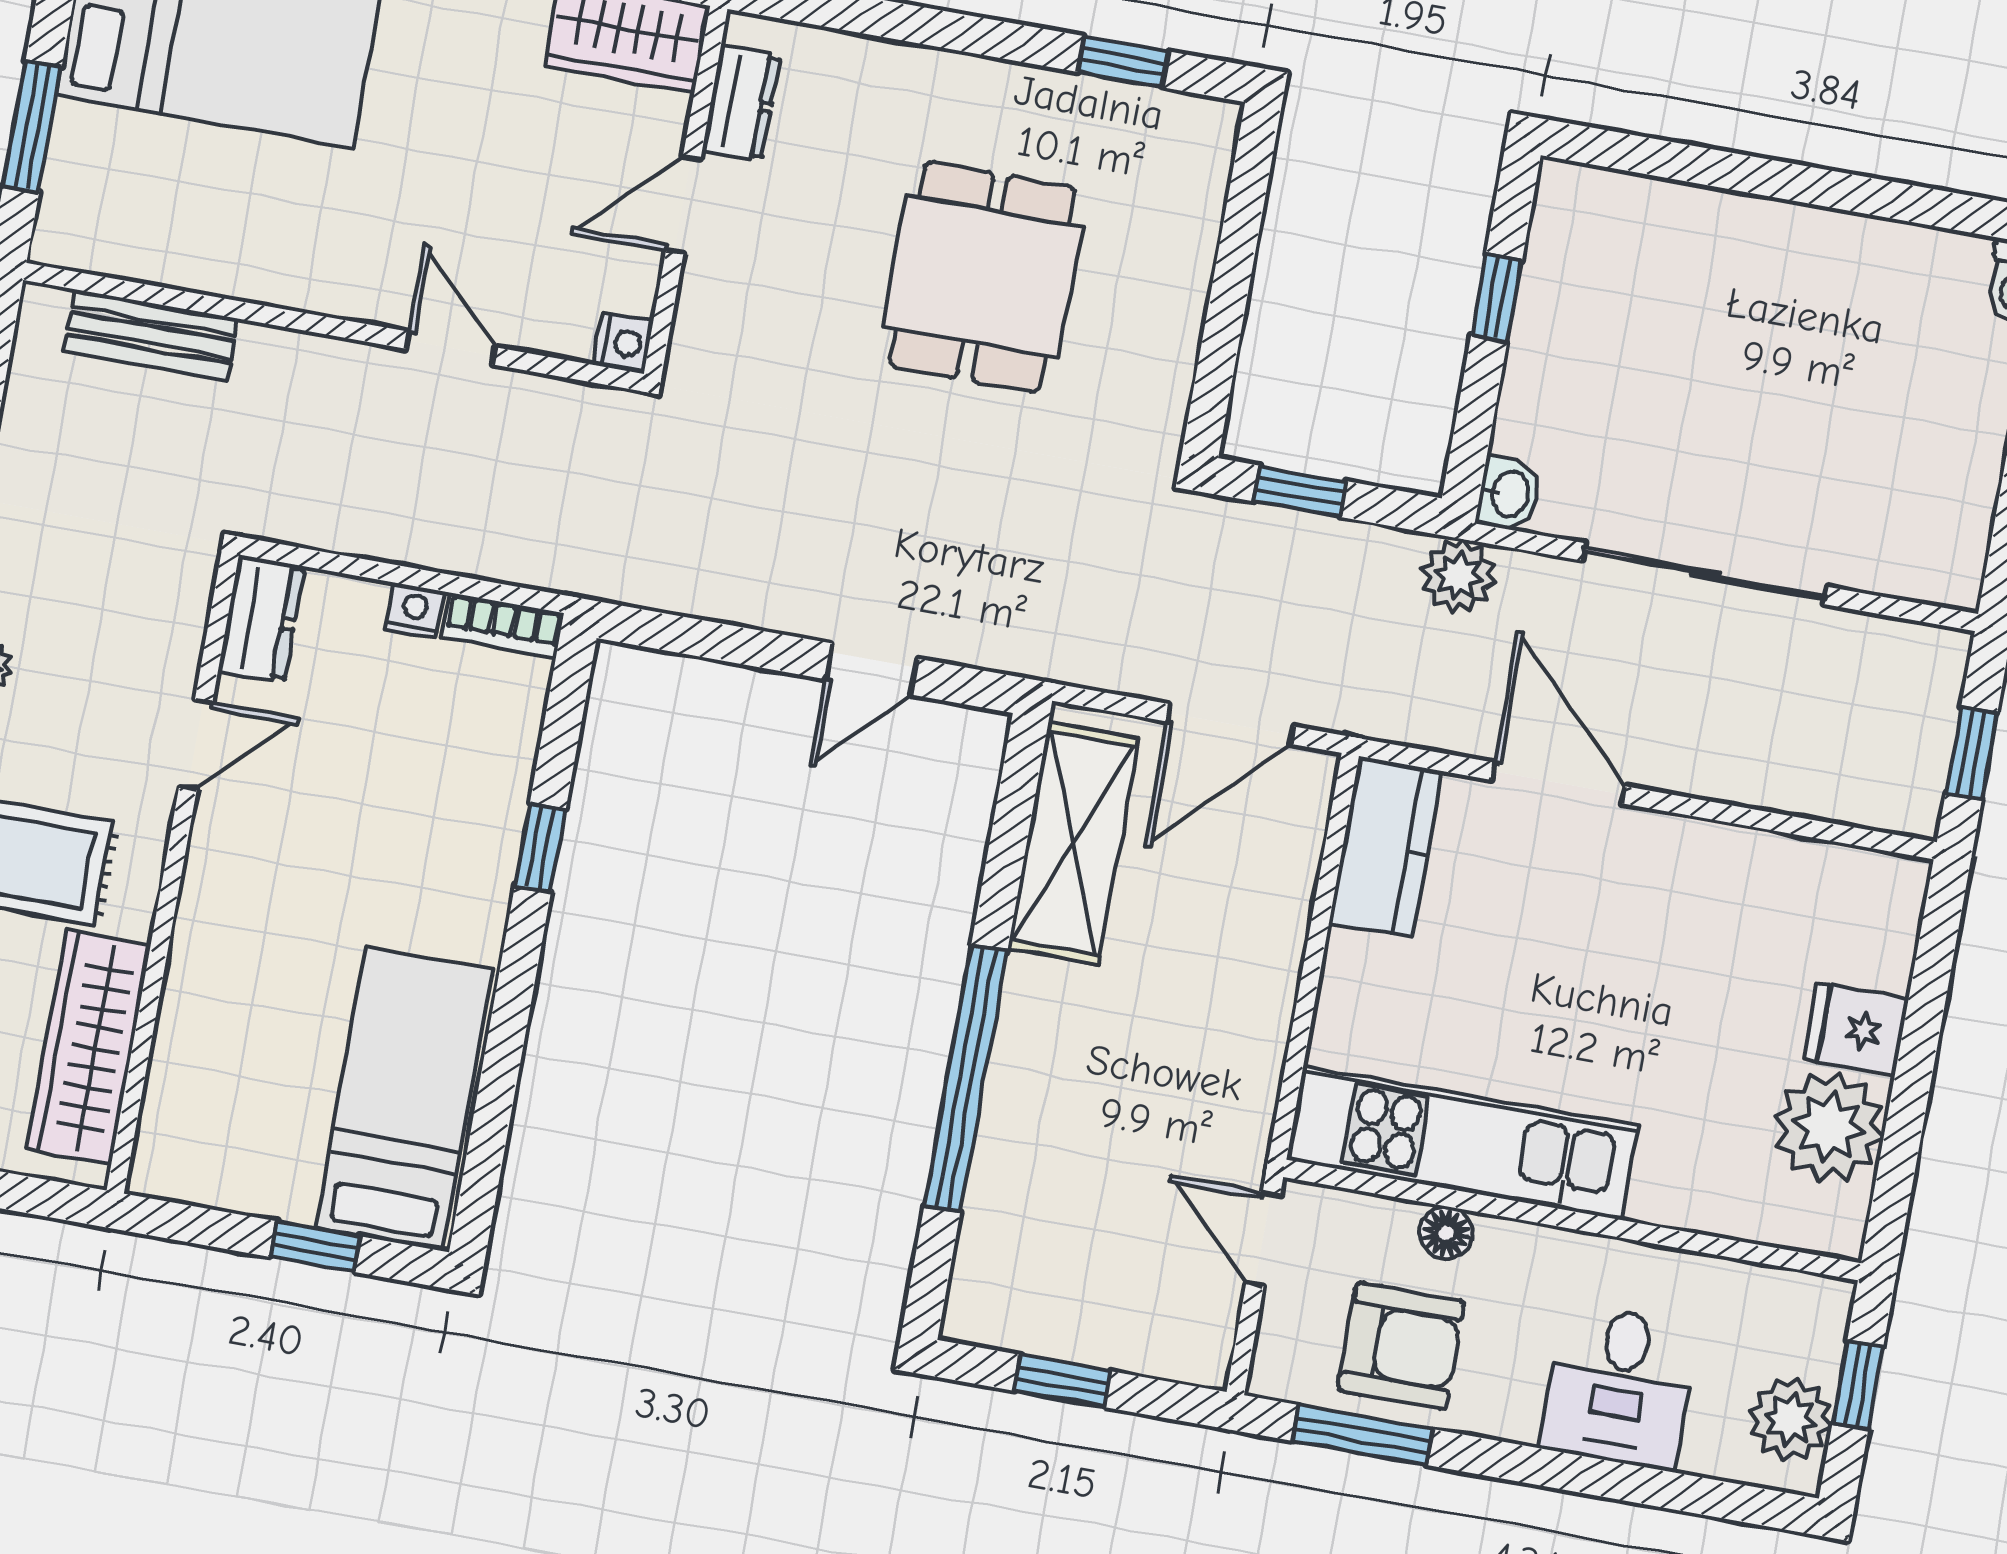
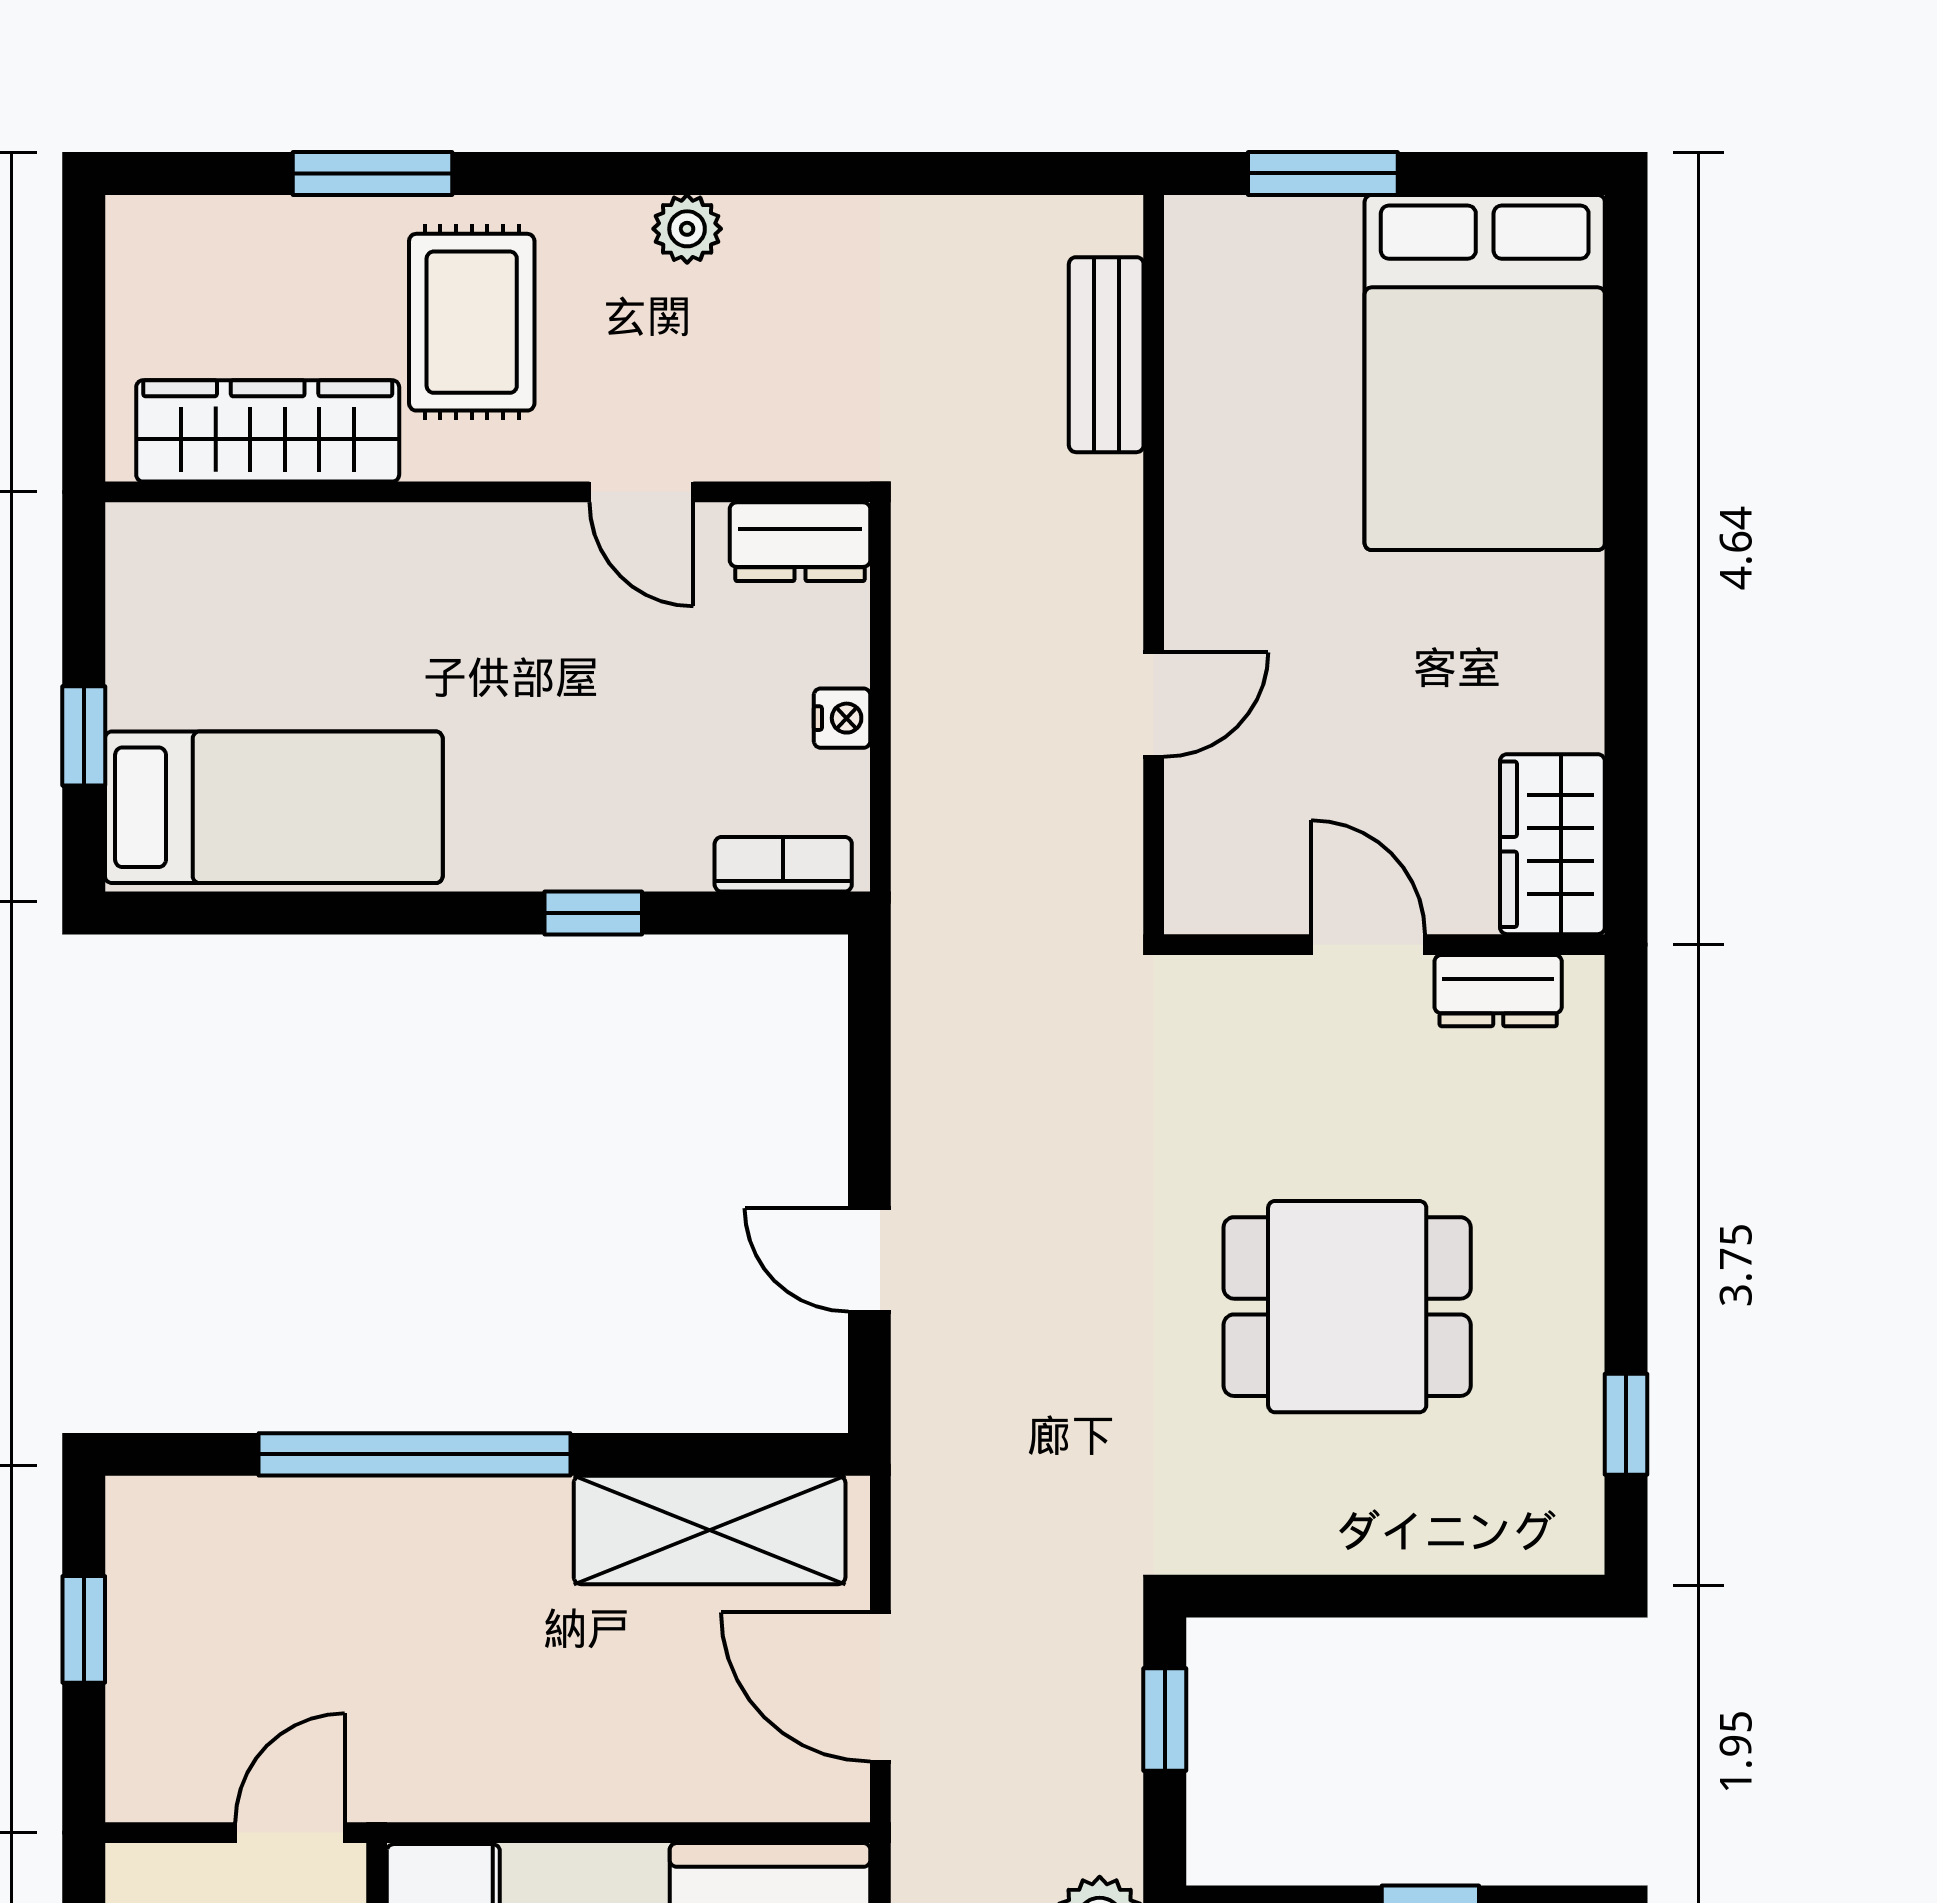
nightstand: (624, 343) -> (1196, 904), removed
bookcase: (503, 626) -> (783, 864), moved, turned 90

